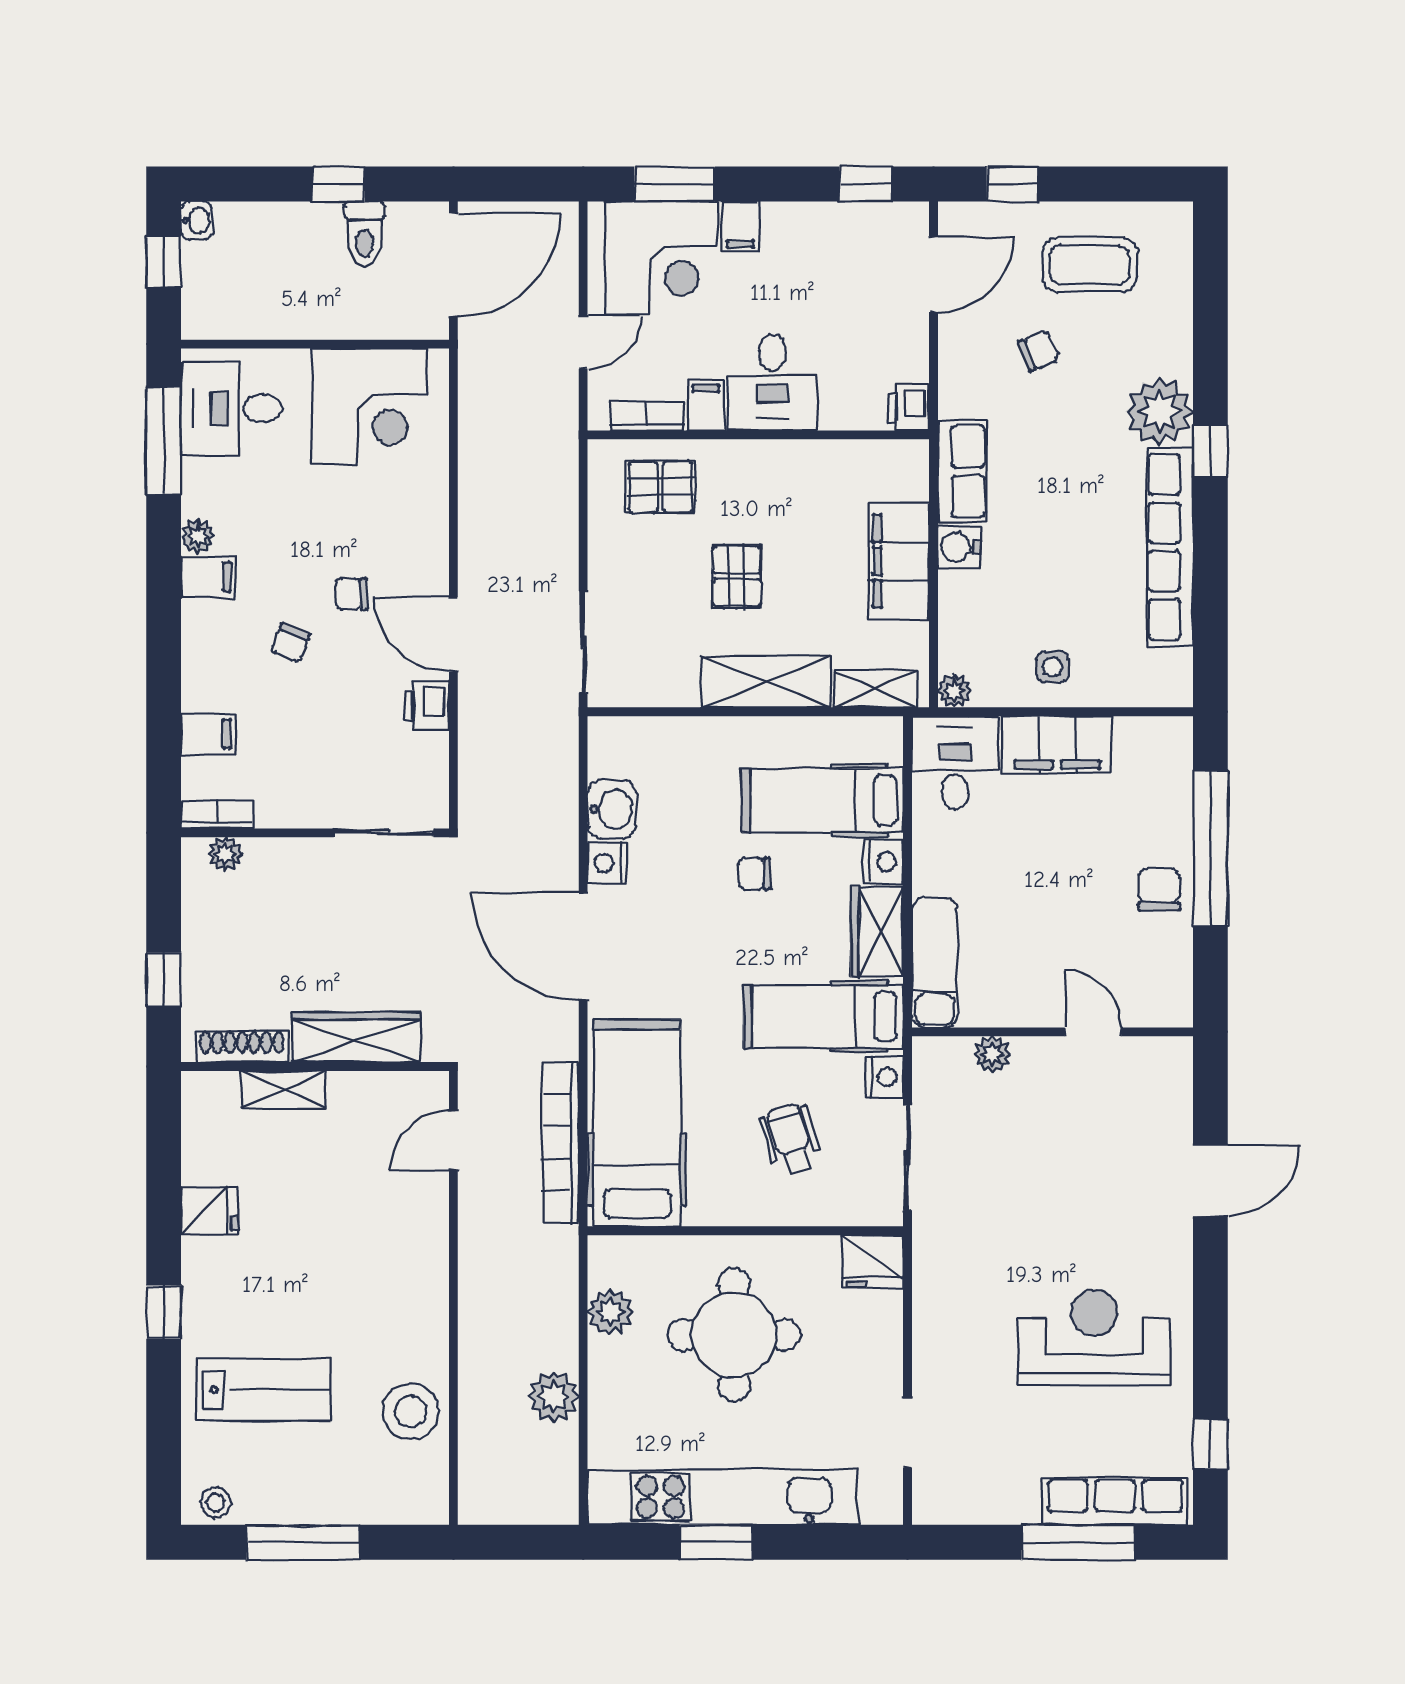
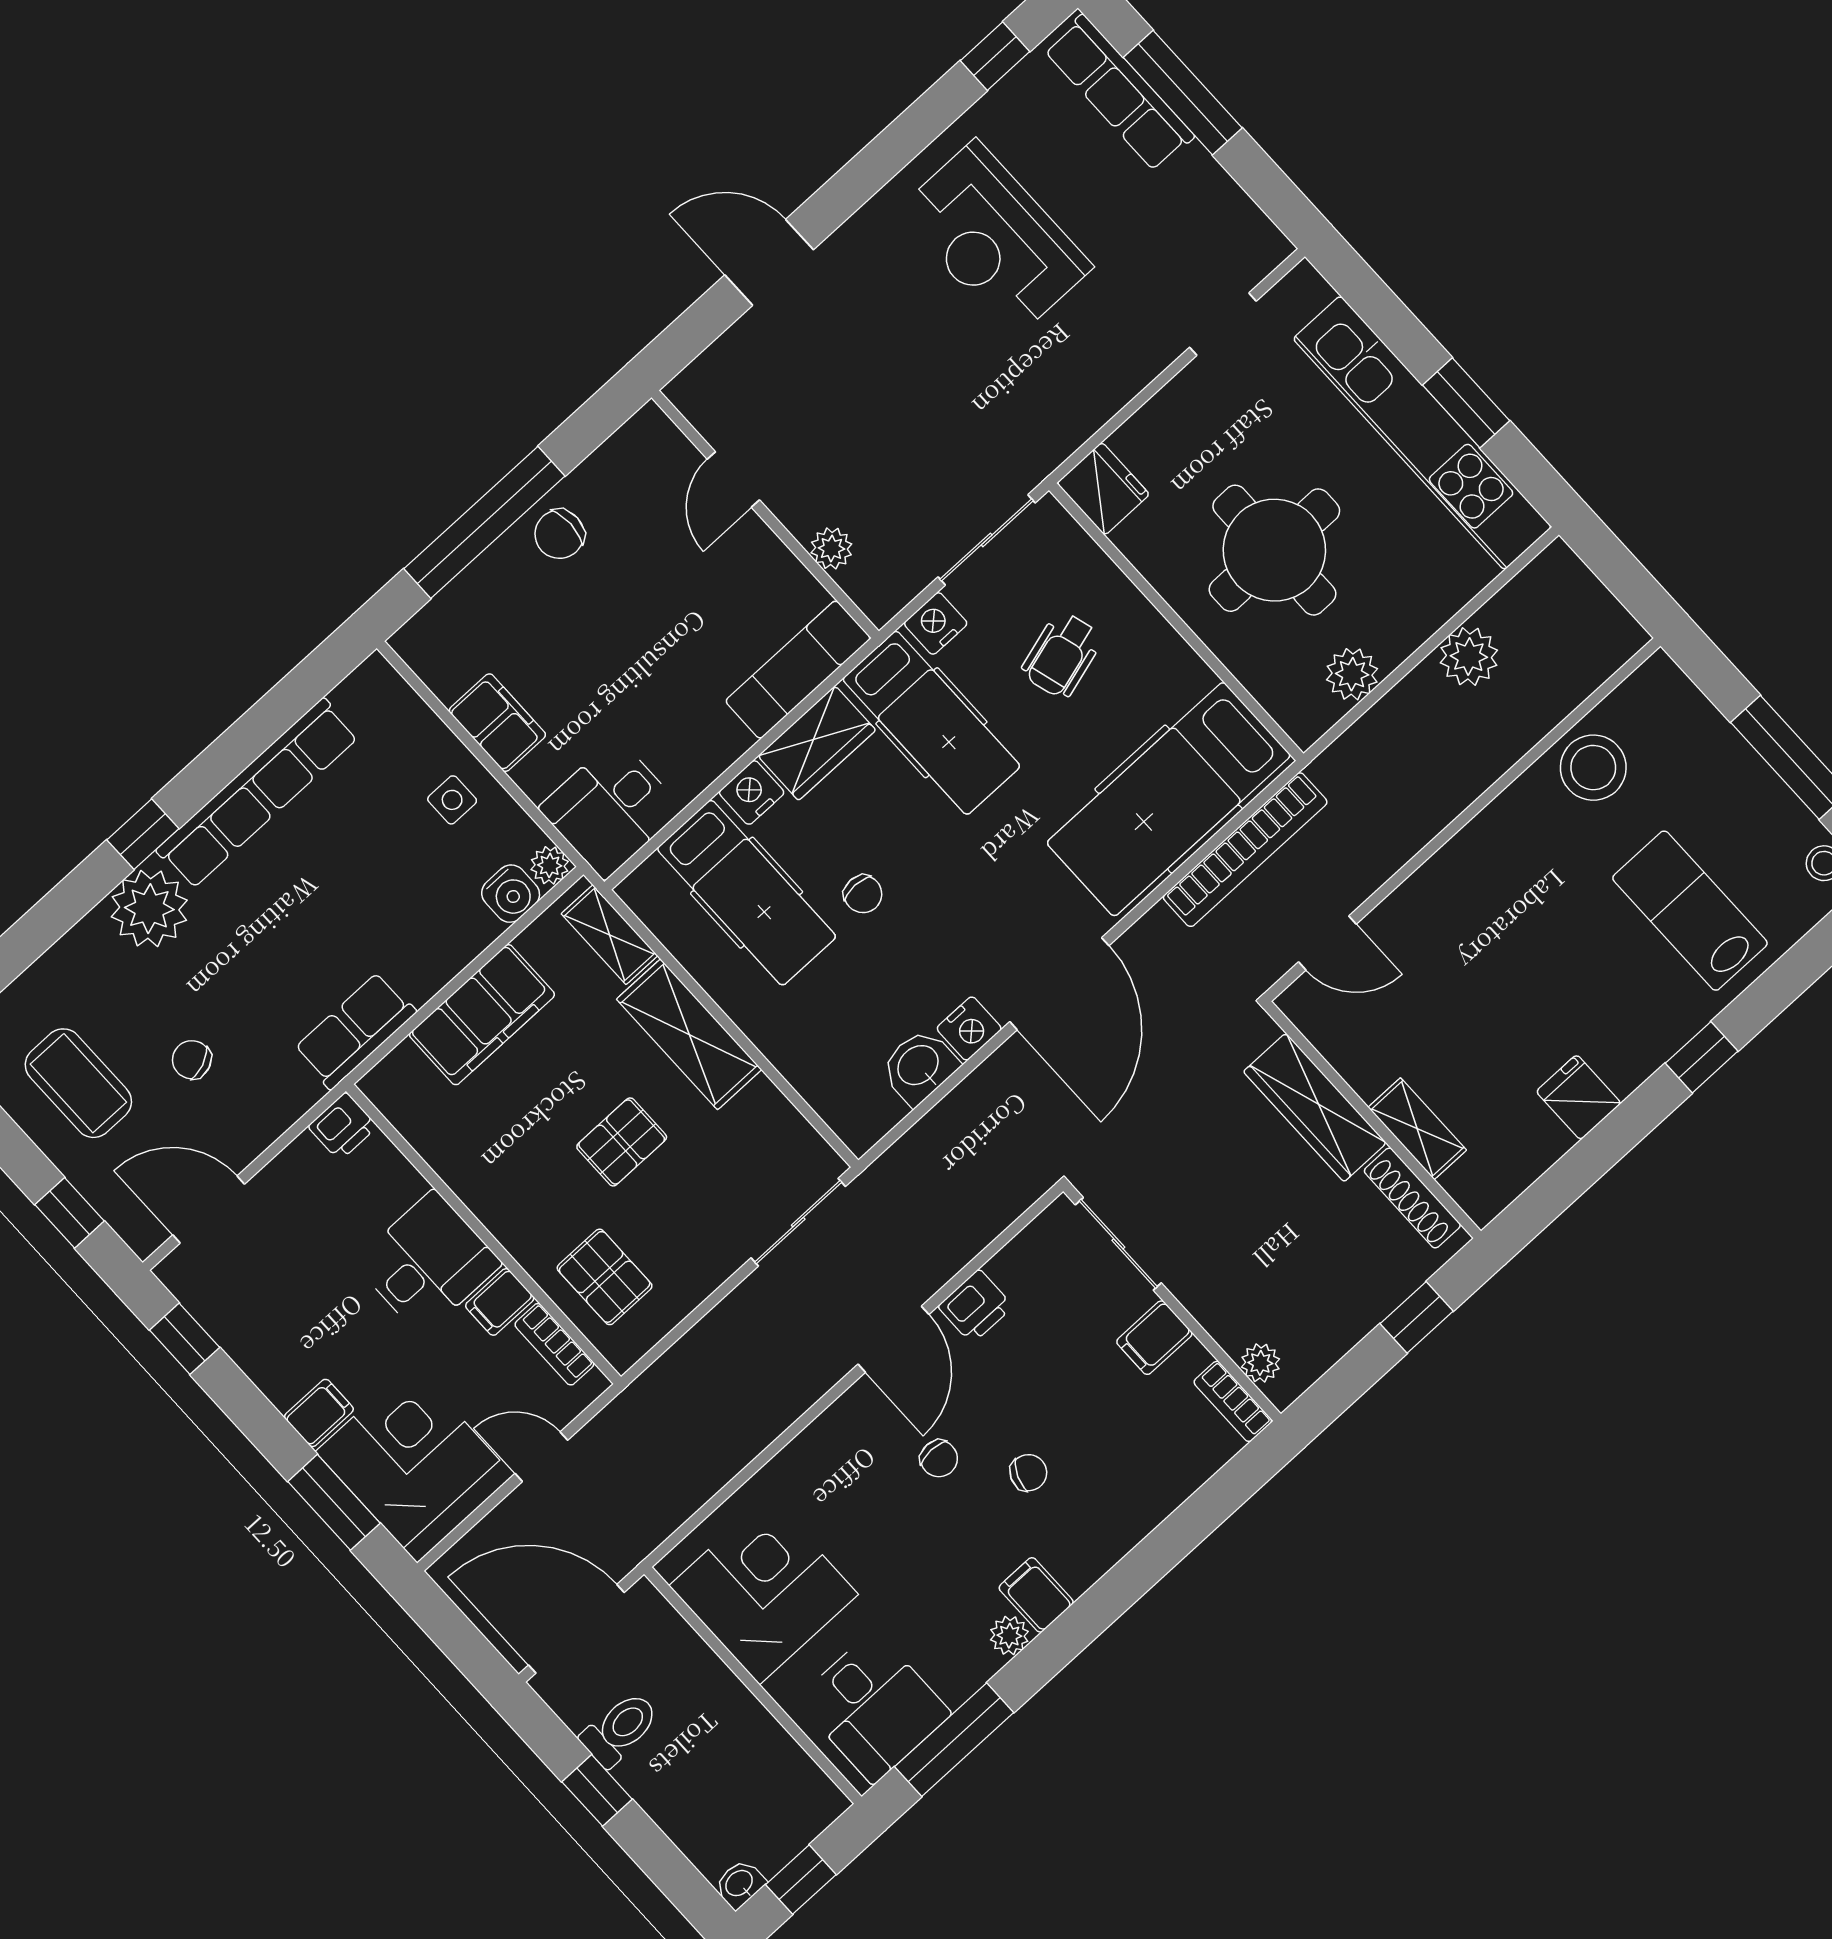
water cooler: (959, 547) -> (511, 894), moved
filing cabinet: (208, 734) -> (1154, 1338), moved, turned -90
filing cabinet: (1057, 745) -> (497, 723), width x0.67, depth x0.86

